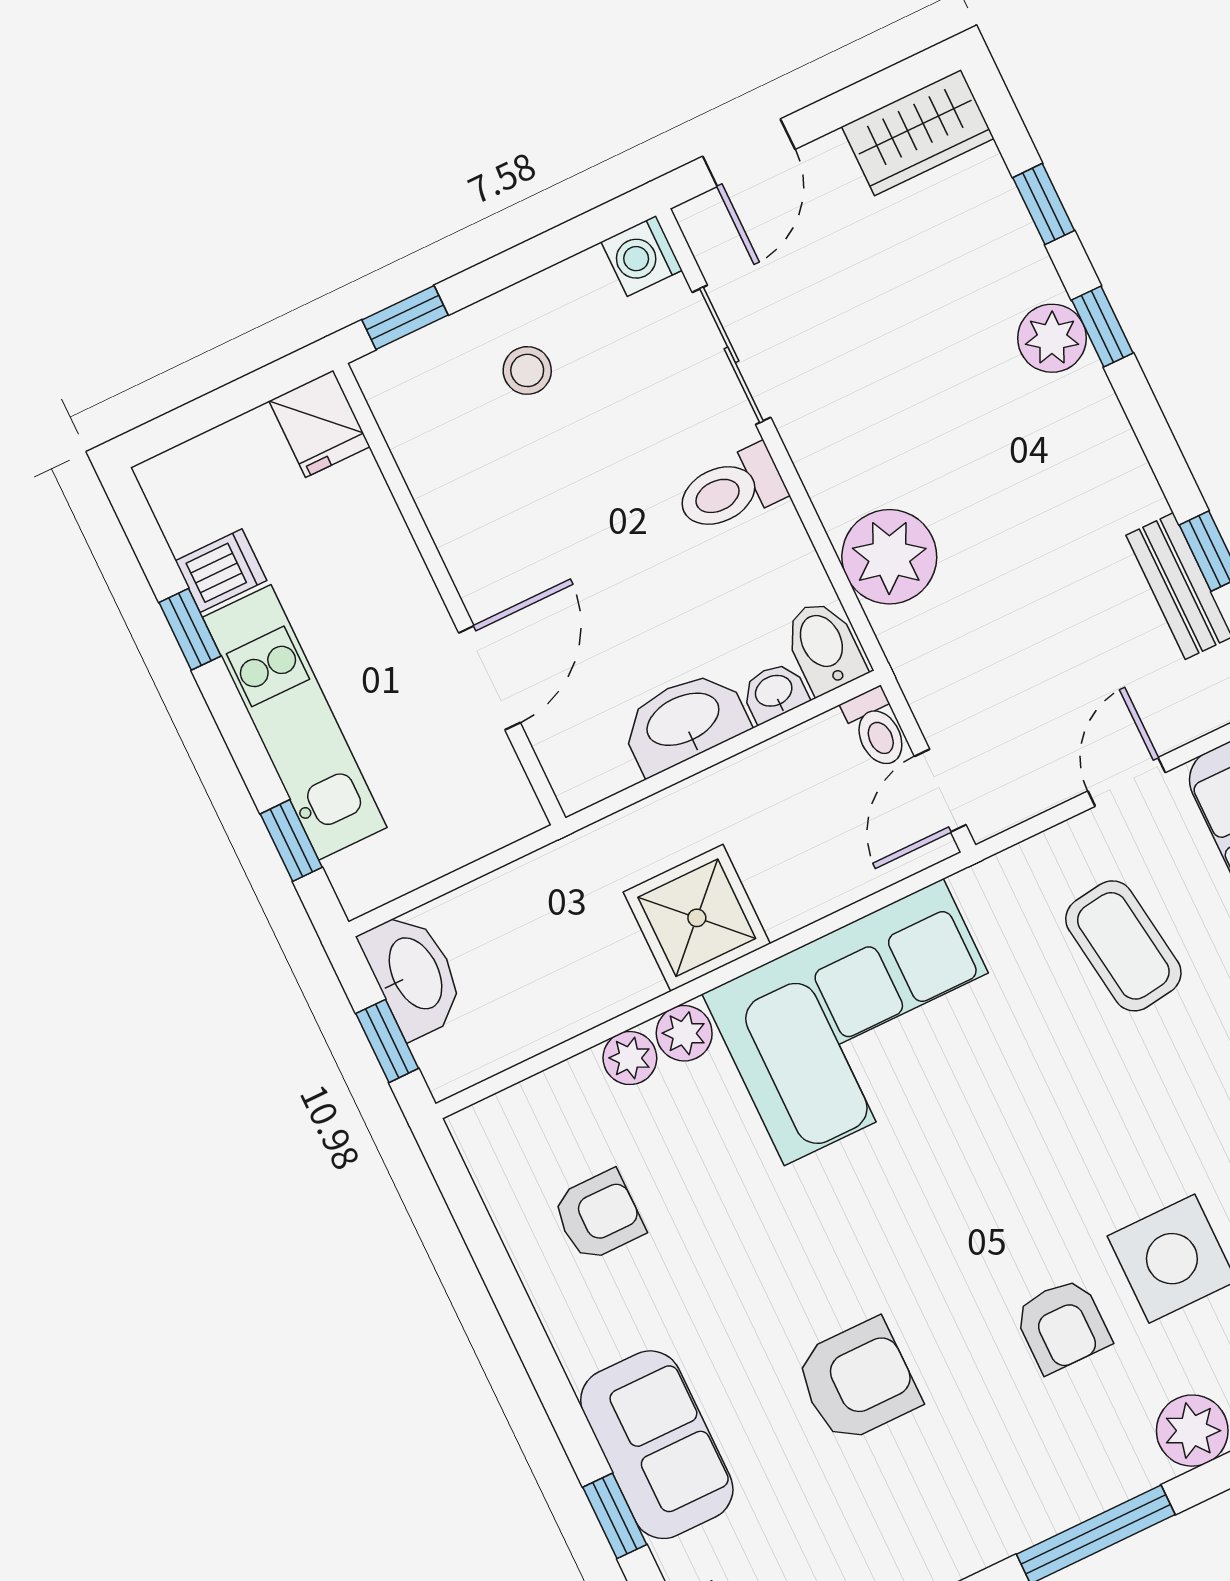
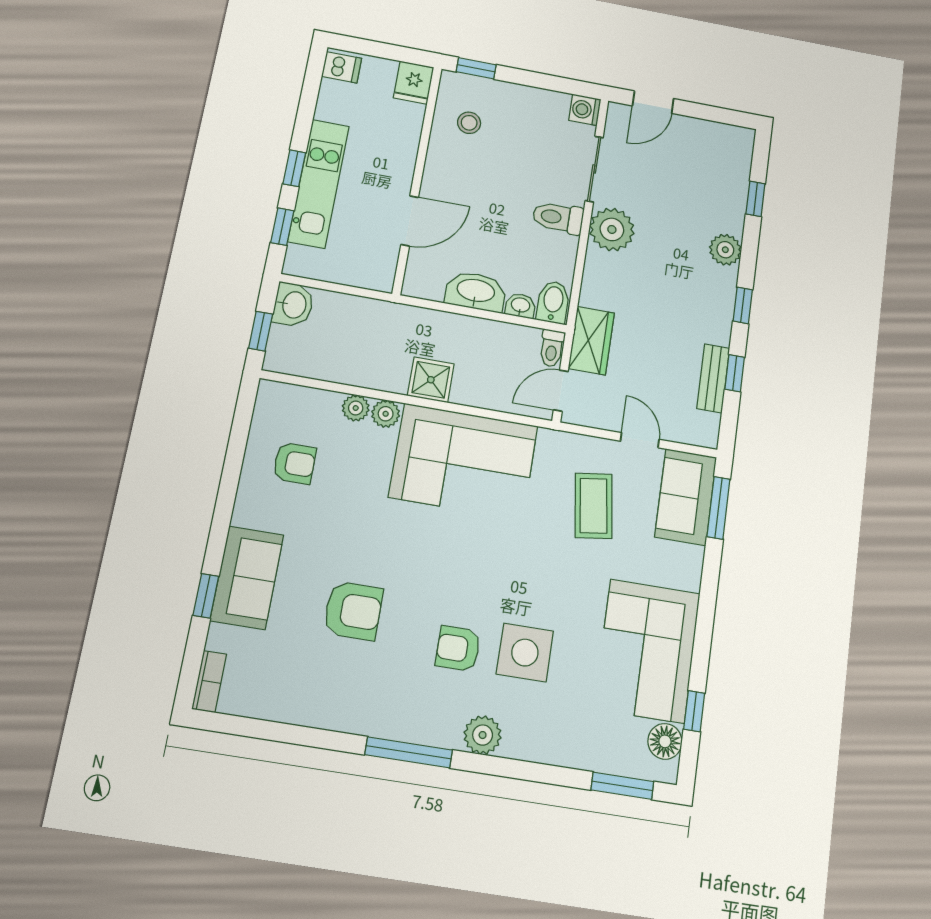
wardrobe: (918, 133) -> (591, 341), moved, turned -90
window: (1102, 327) -> (743, 305), moved
stool: (527, 370) -> (469, 123), moved
plant: (889, 557) -> (612, 229), moved
dishwasher: (221, 571) -> (342, 67), moved
window: (190, 629) -> (294, 168), moved
door: (1127, 782) -> (640, 440), hinge flipped
shower: (697, 918) -> (431, 380), width x0.73, depth x0.73
washbasin: (414, 974) -> (293, 305), width x0.72
armchair: (1062, 1325) -> (458, 649), turned 90

